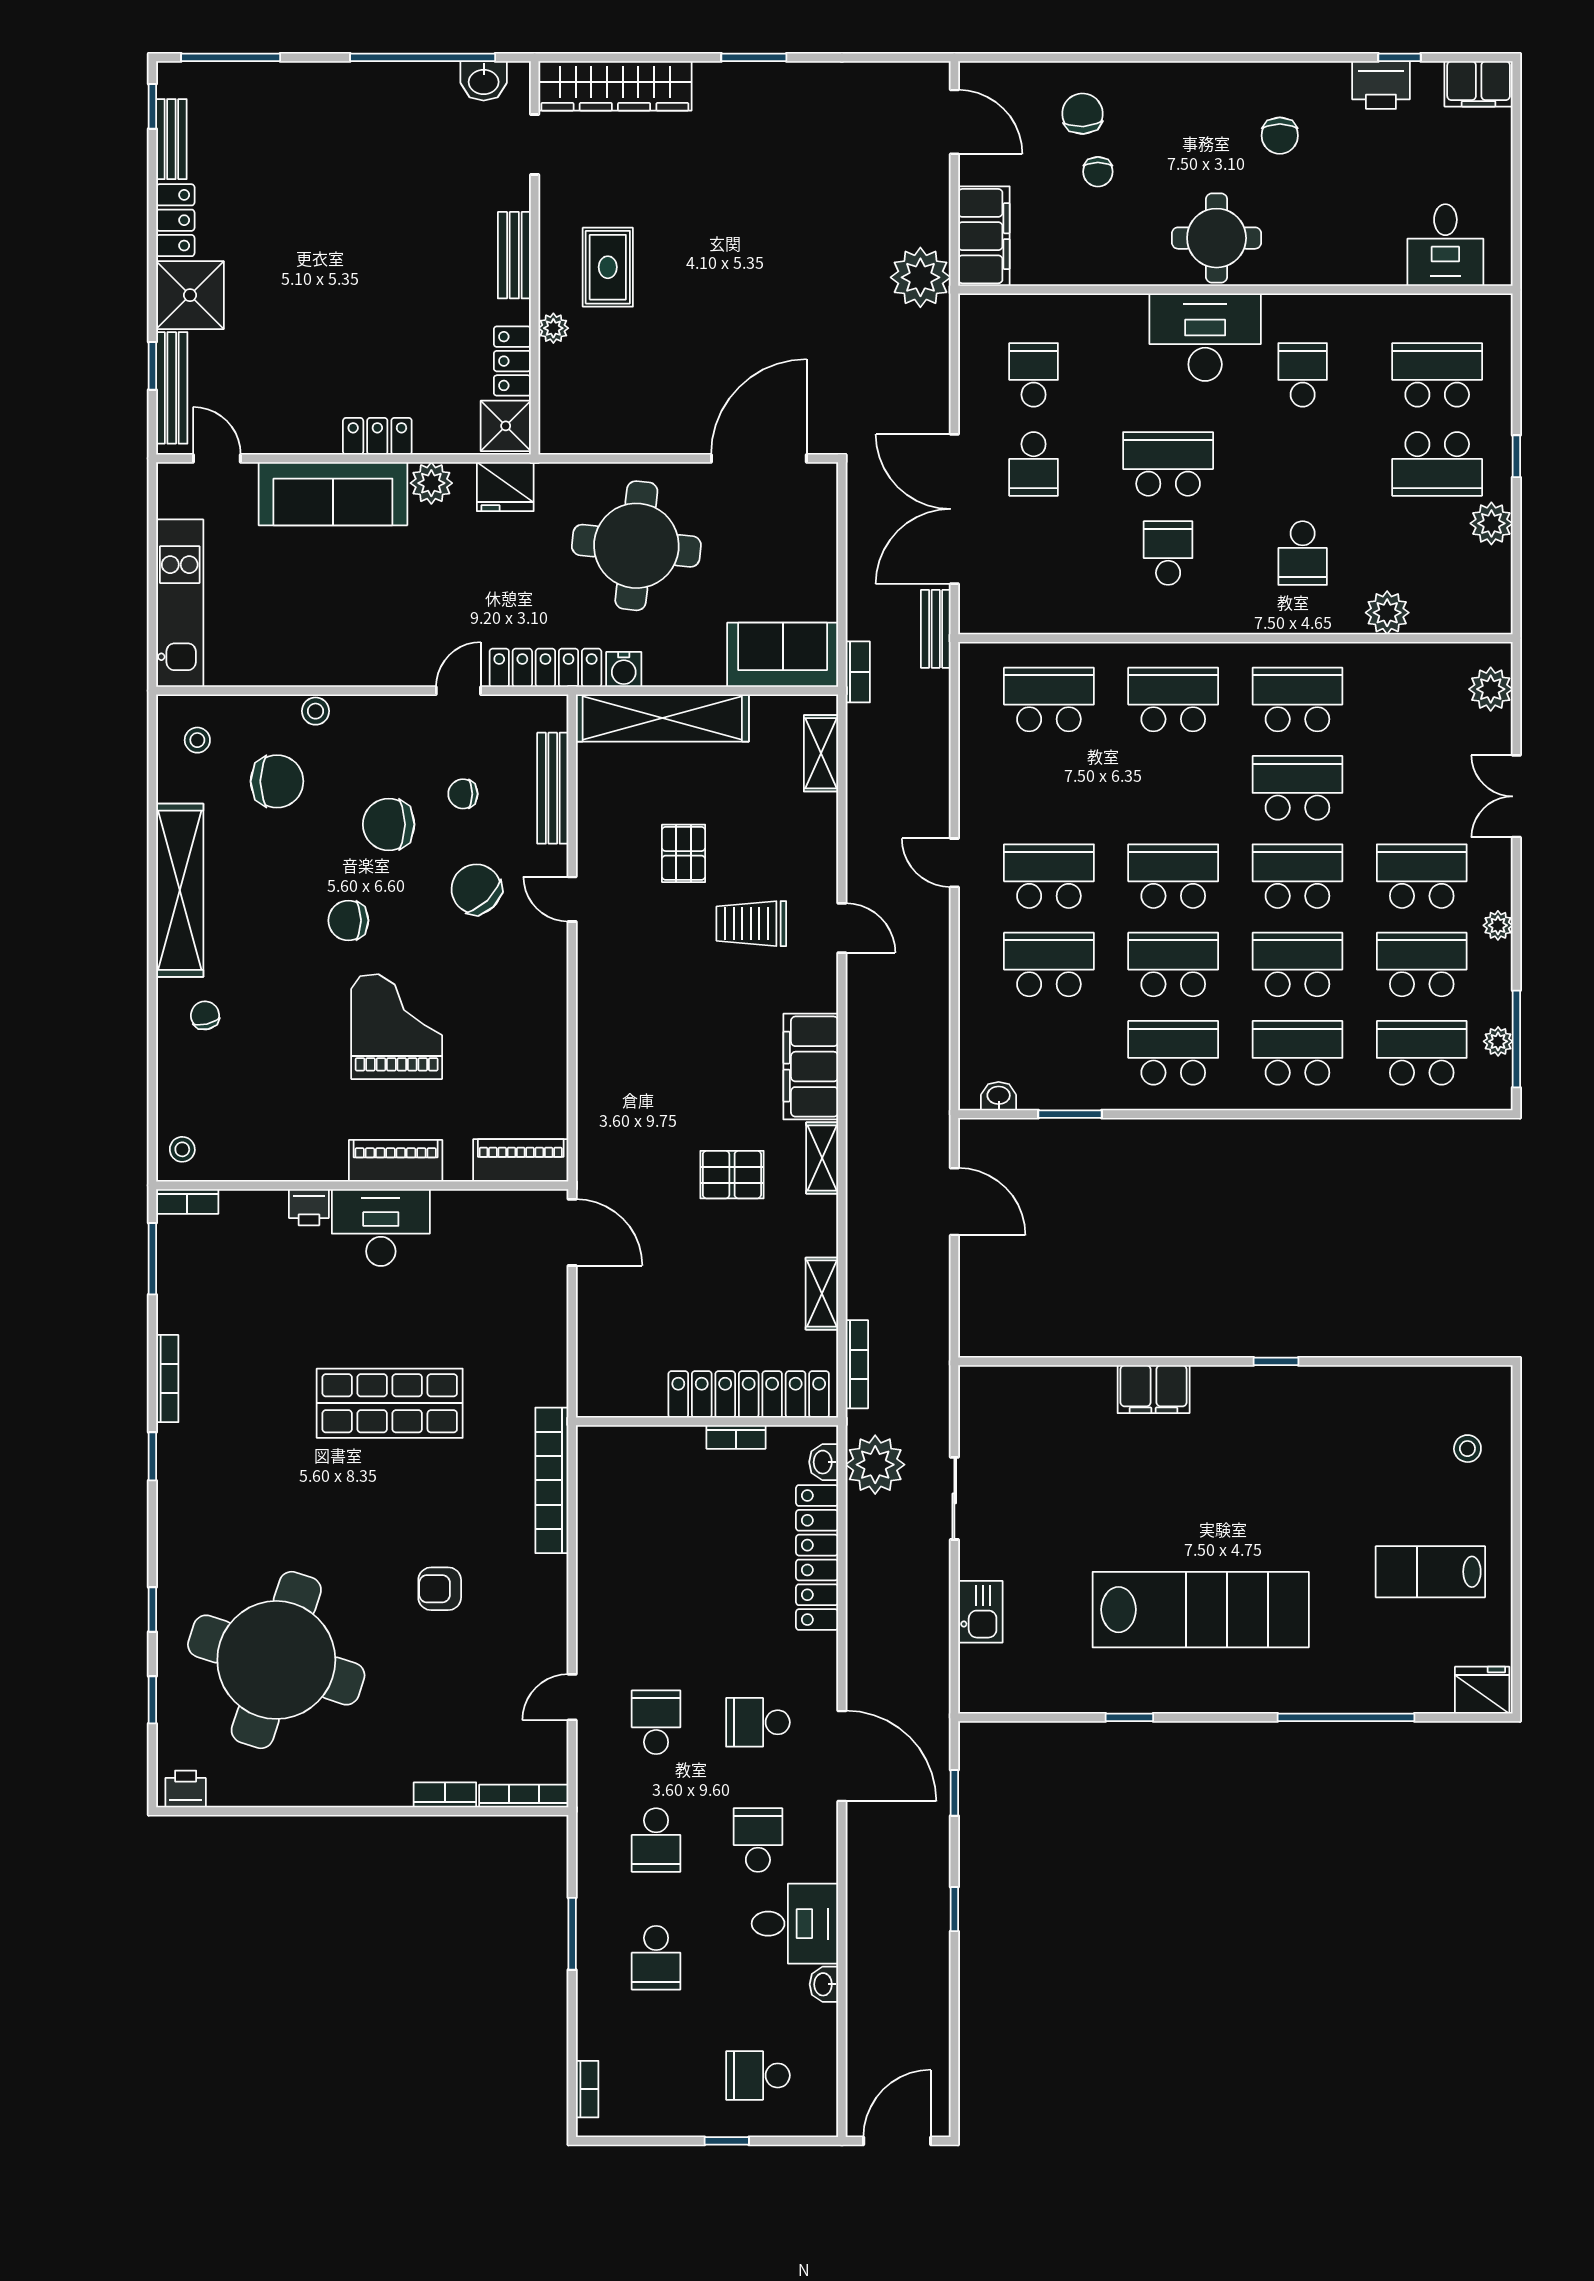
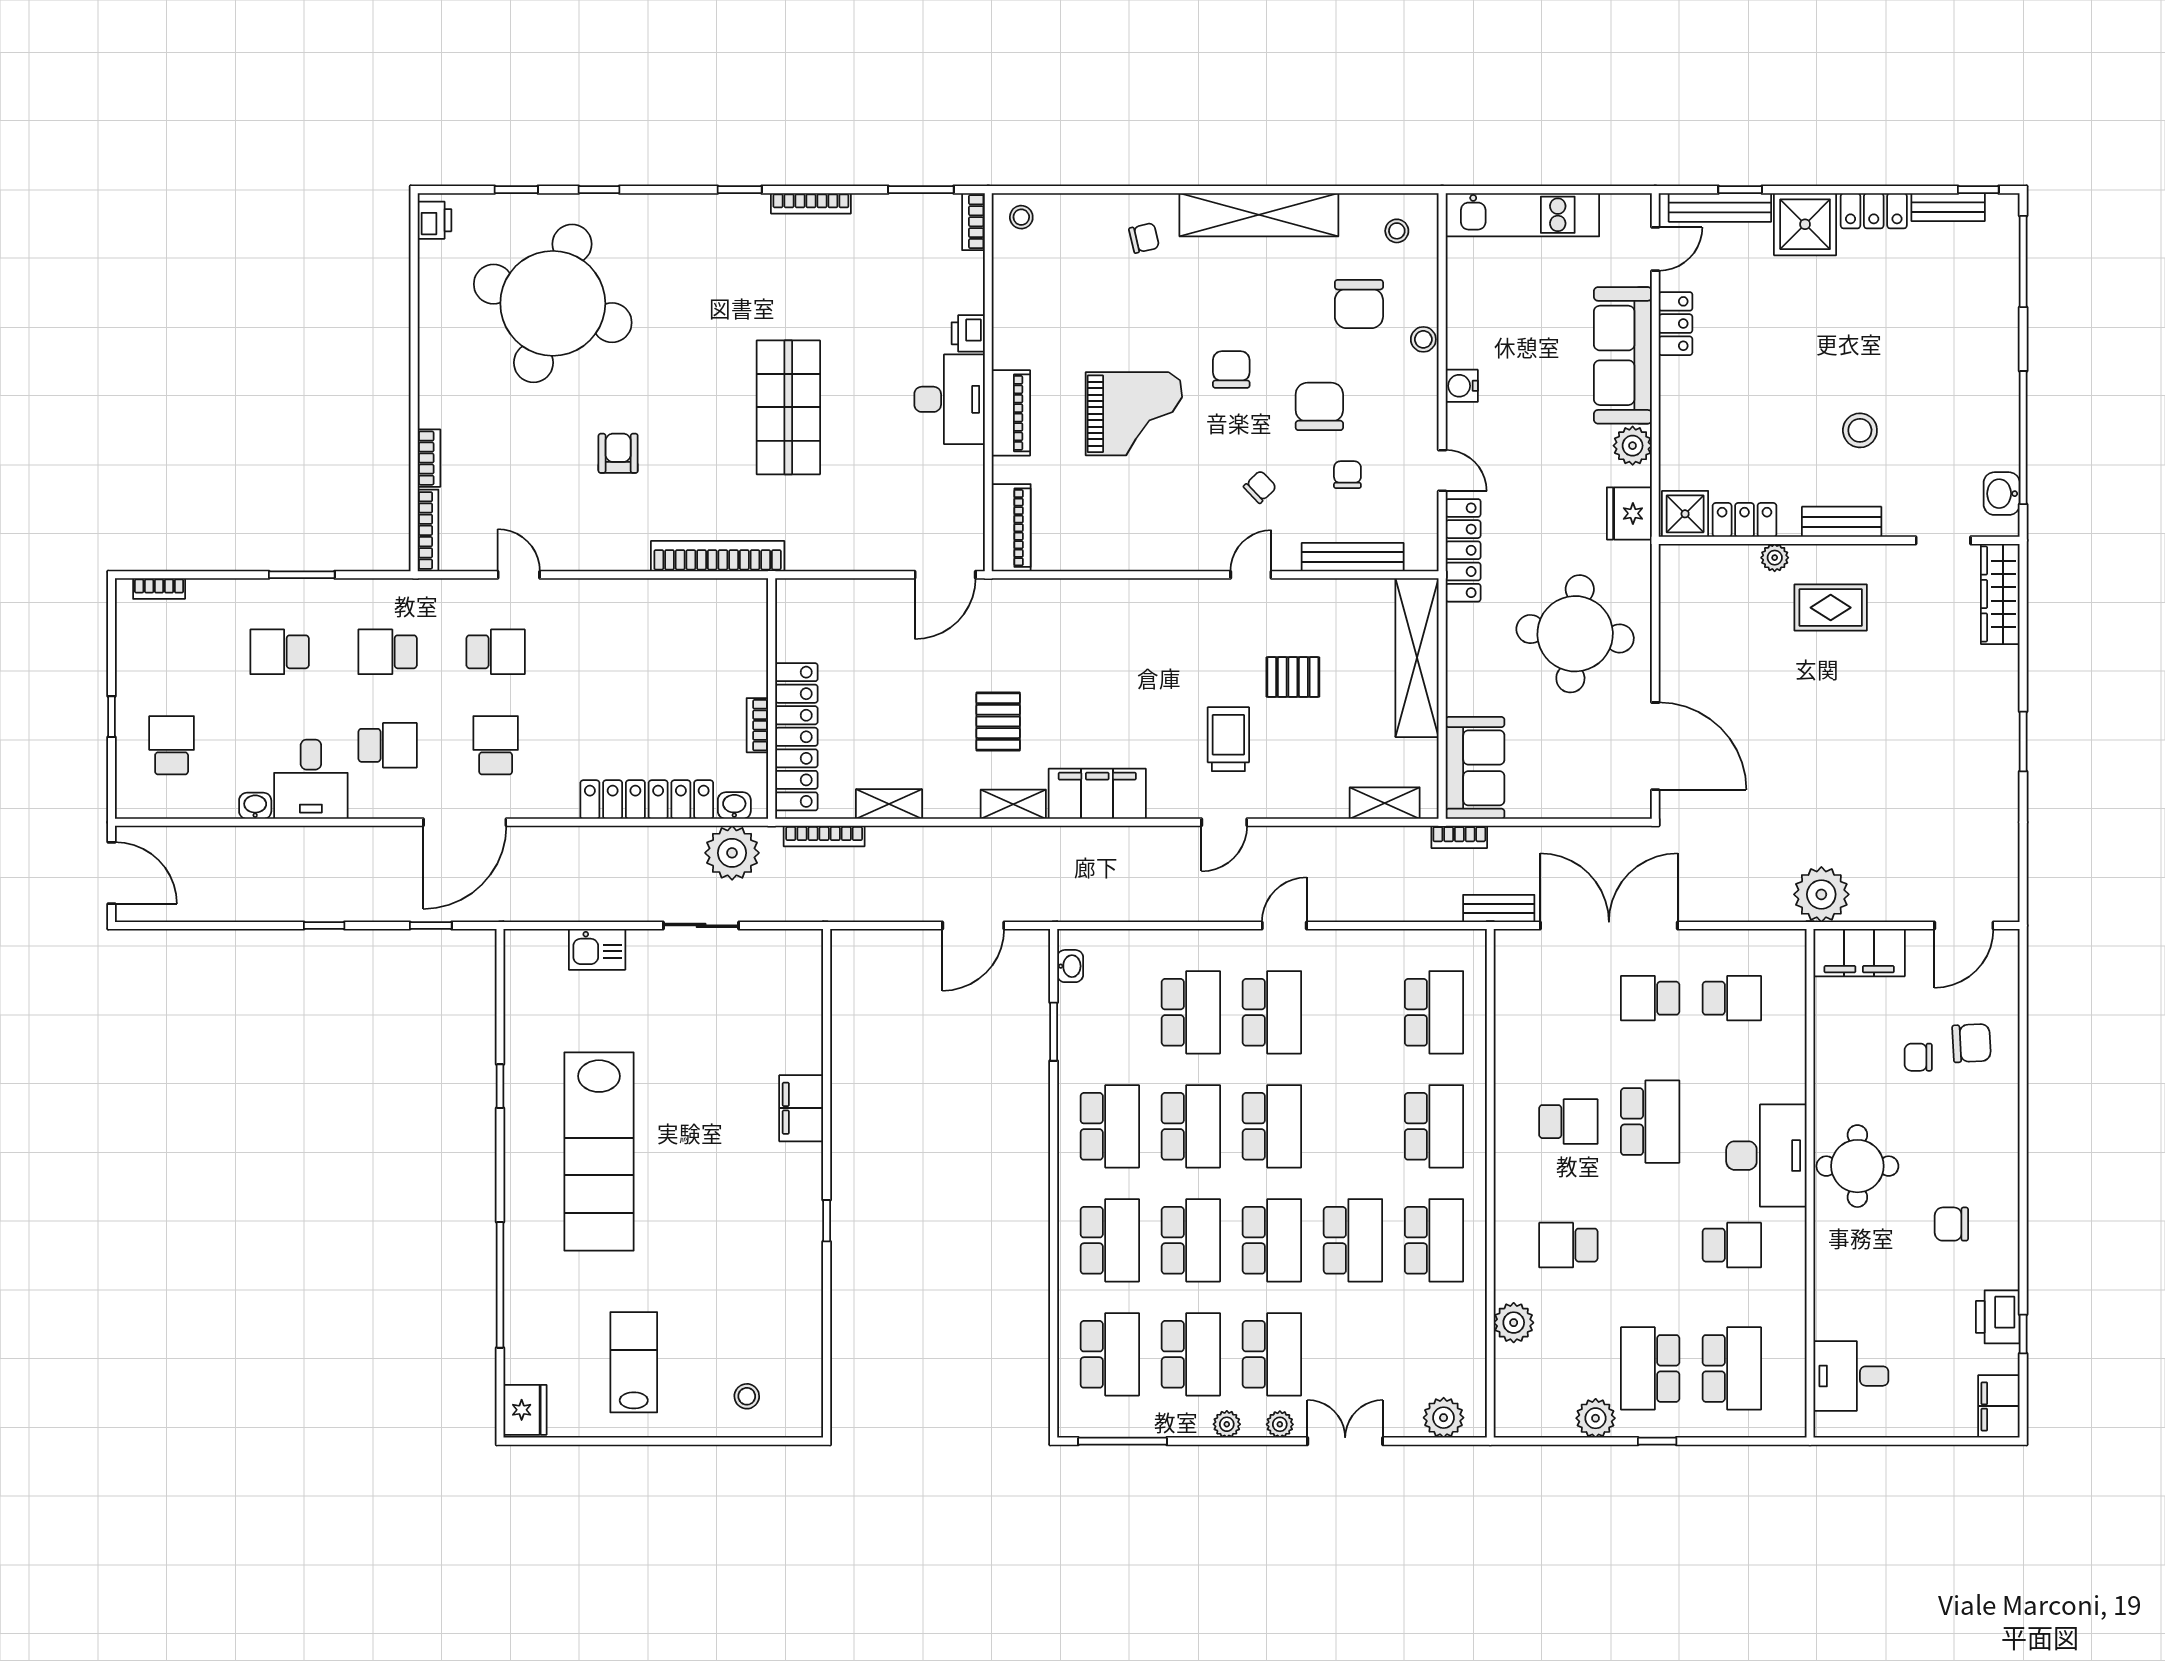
wardrobe: (615, 86) -> (2000, 594), width x0.71, depth x0.85
stool: (415, 235) -> (1860, 430), added
locker: (377, 436) -> (1676, 324), moved
water cooler: (624, 669) -> (1462, 386), moved
chair: (476, 889) -> (1260, 487), width x0.54, depth x0.54
plant: (1498, 1041) -> (1280, 1424), moved

